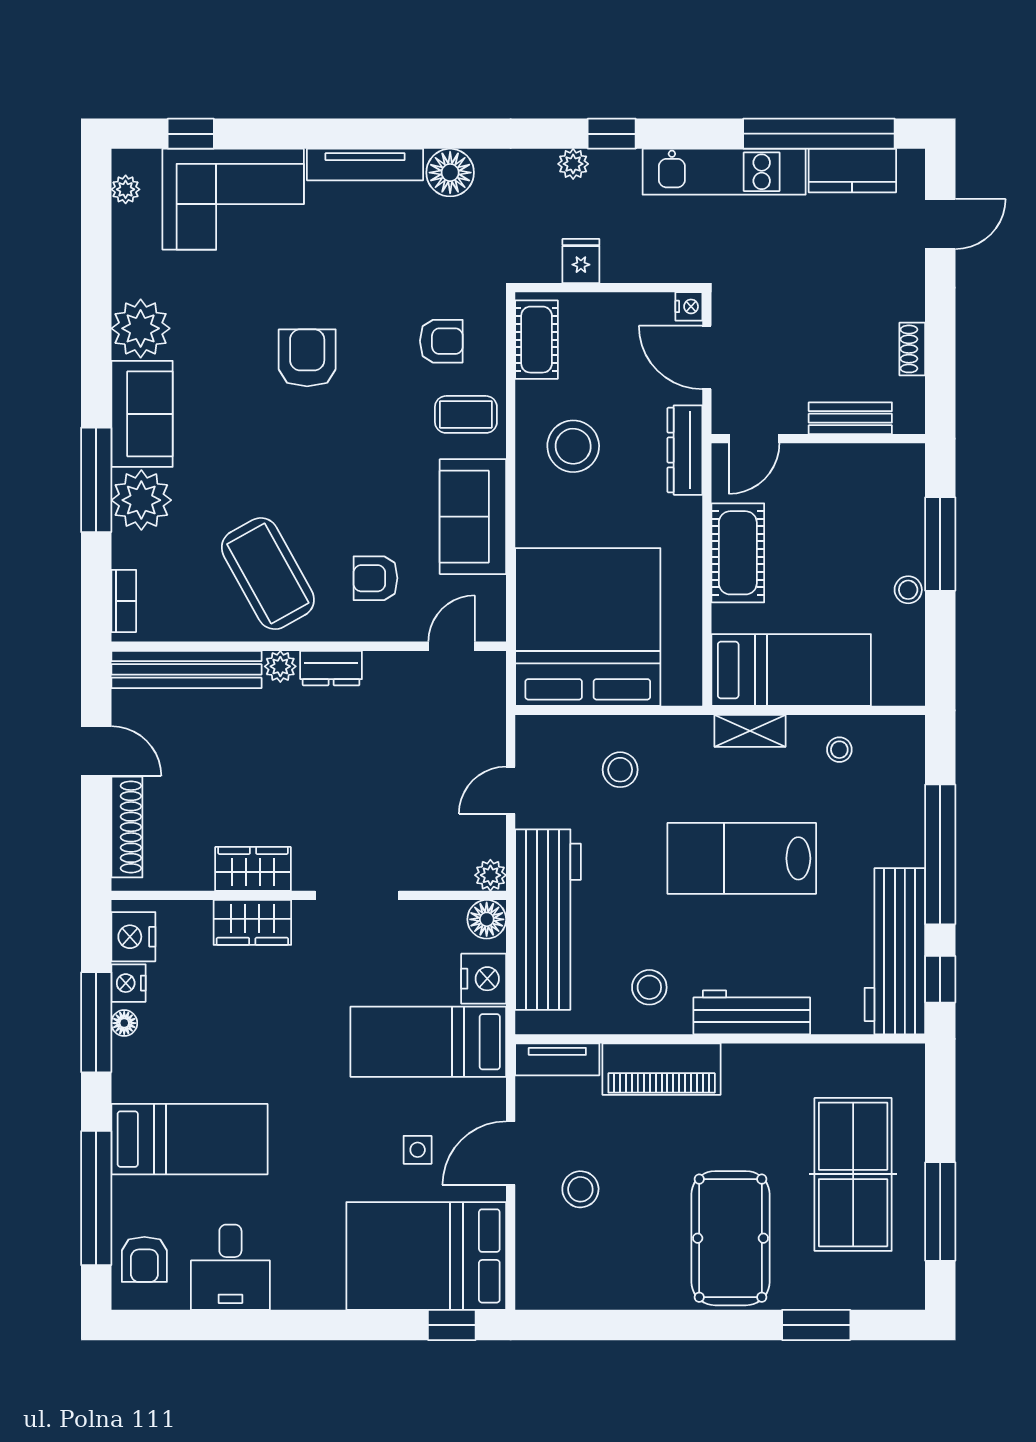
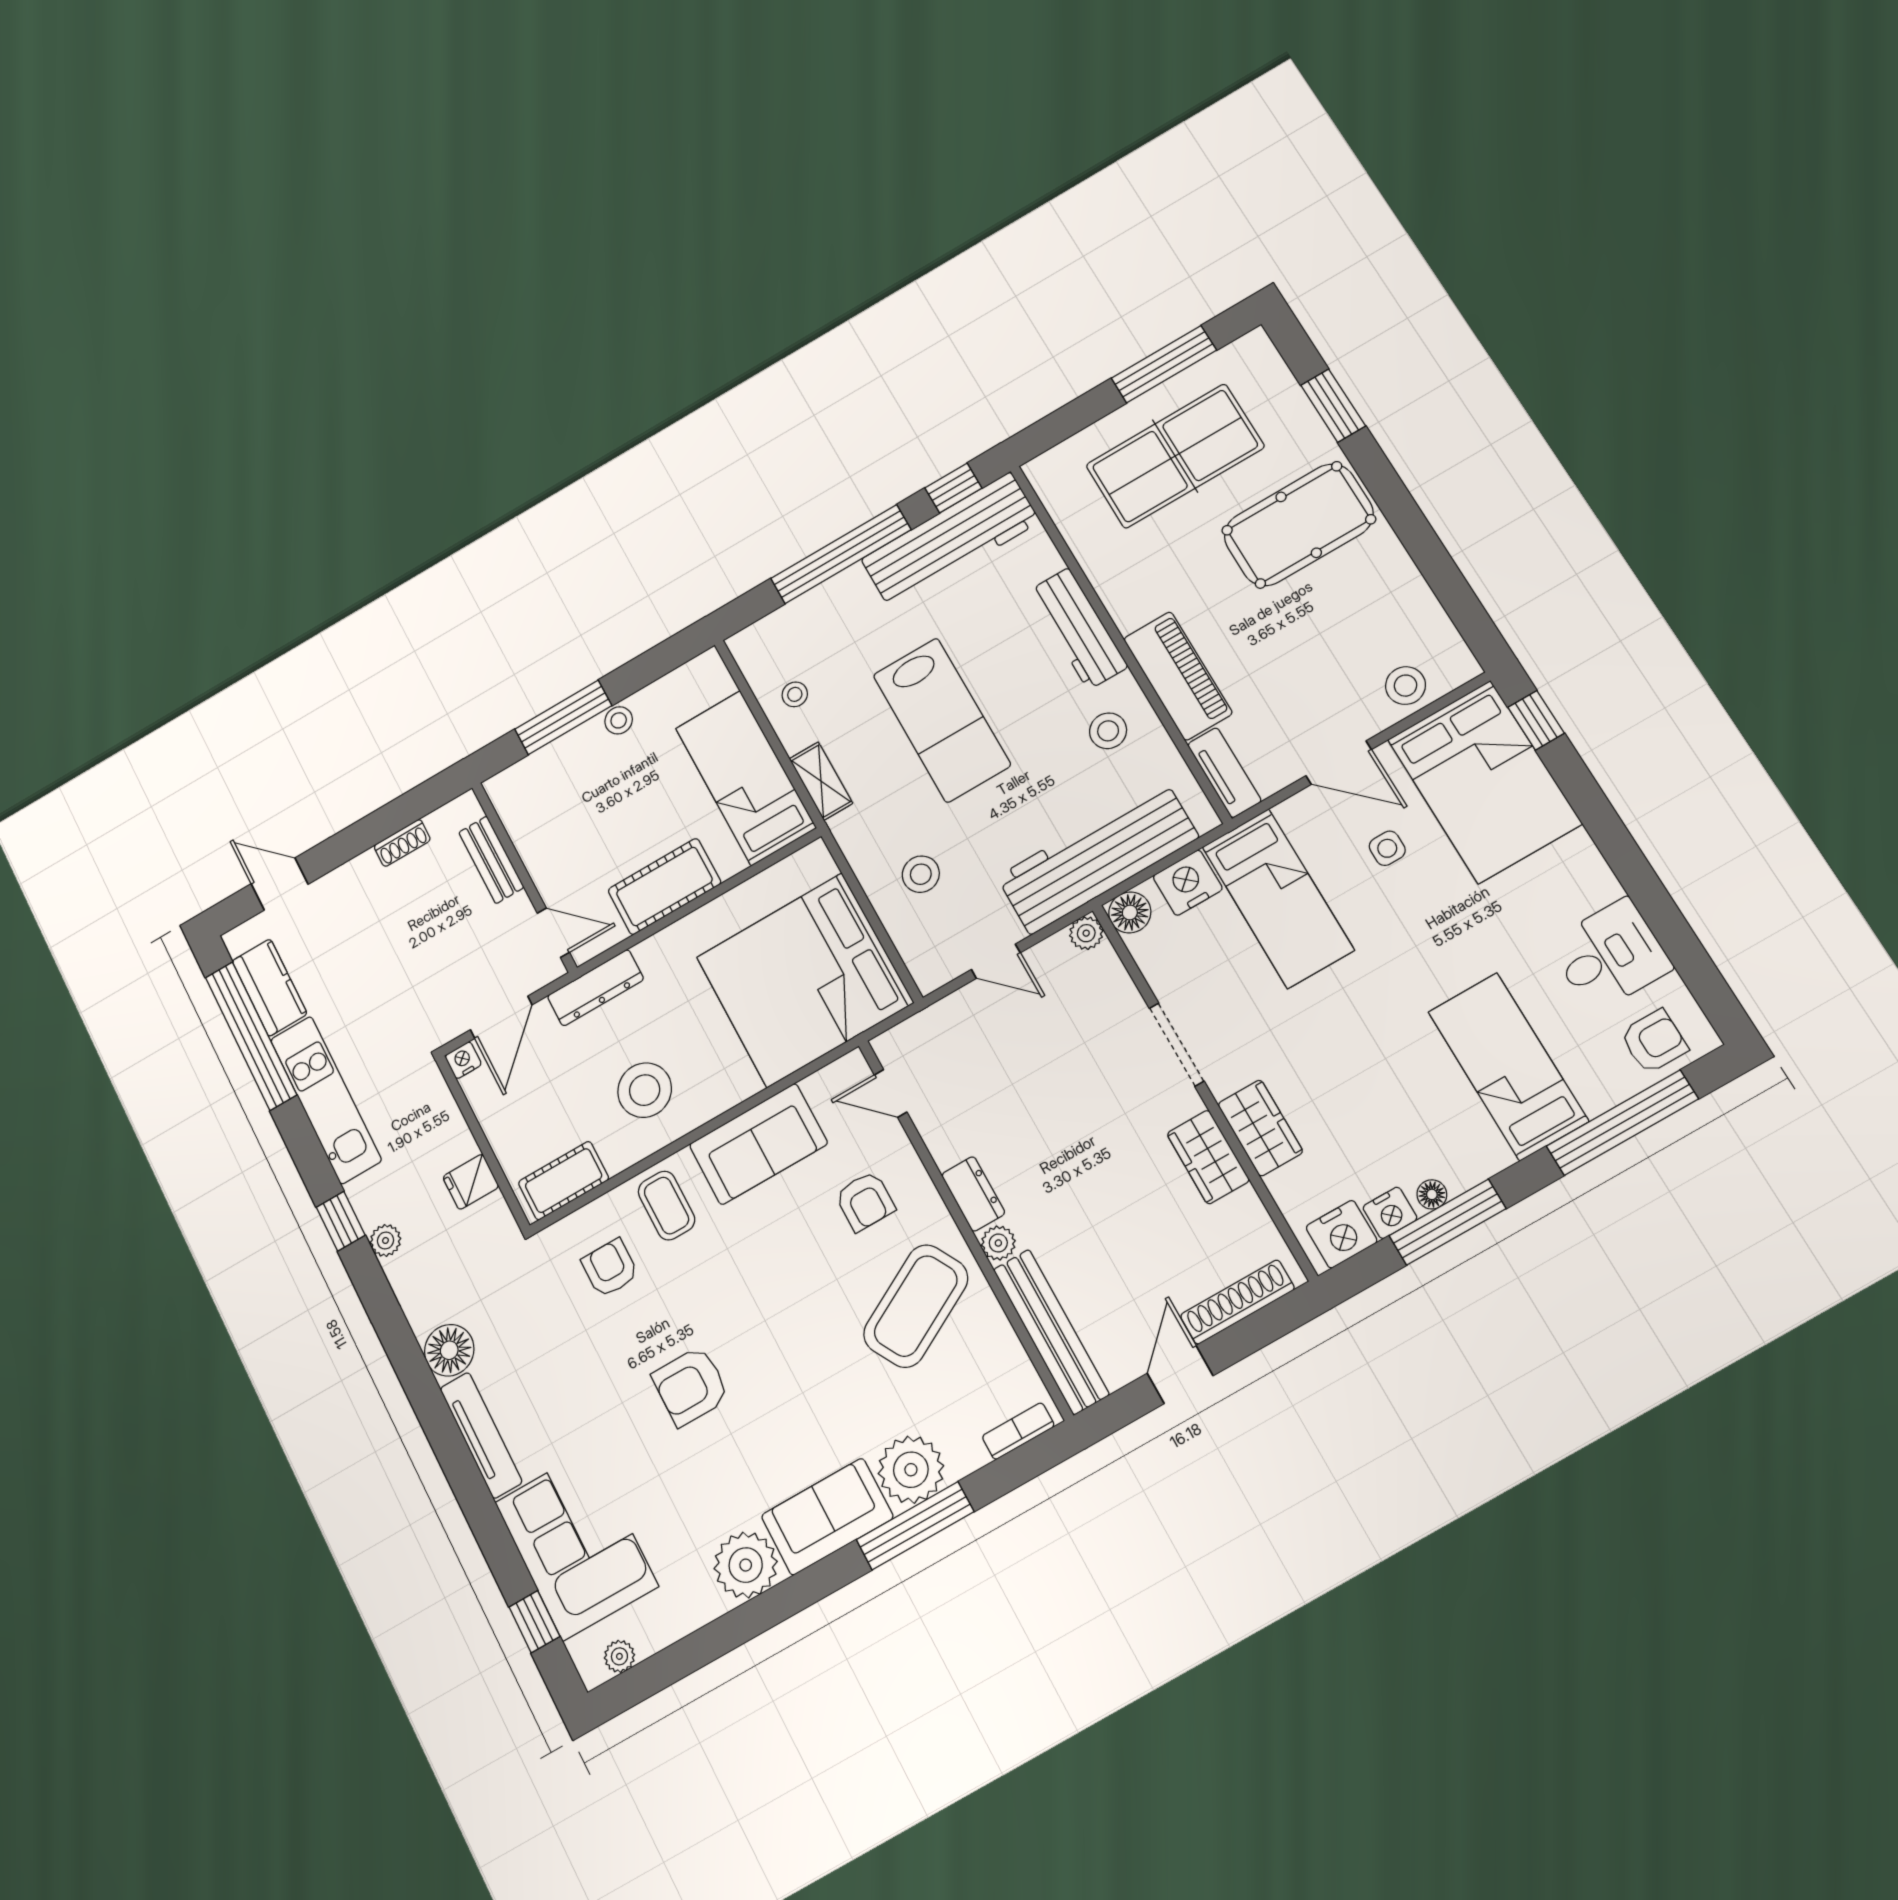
stool: (580, 1189) -> (1406, 686), moved

